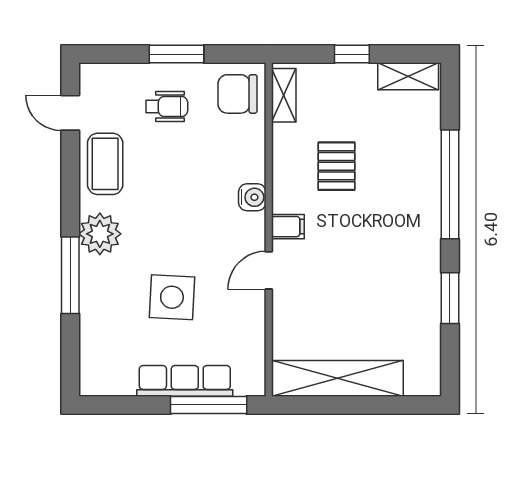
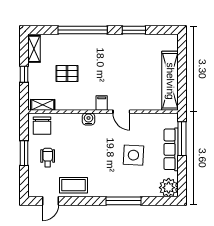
pallet: (336, 166) -> (67, 73), moved
plant: (100, 234) -> (169, 188), moved

